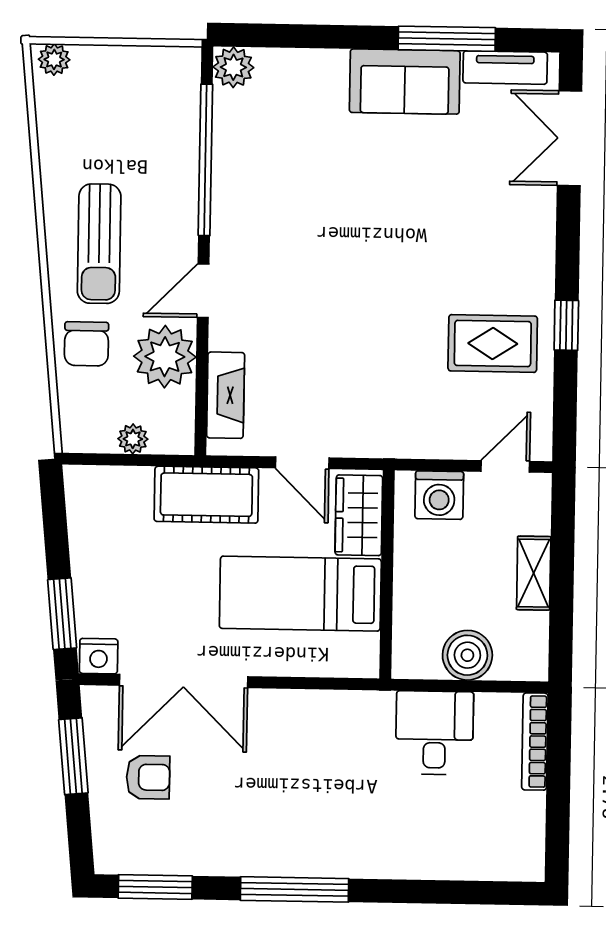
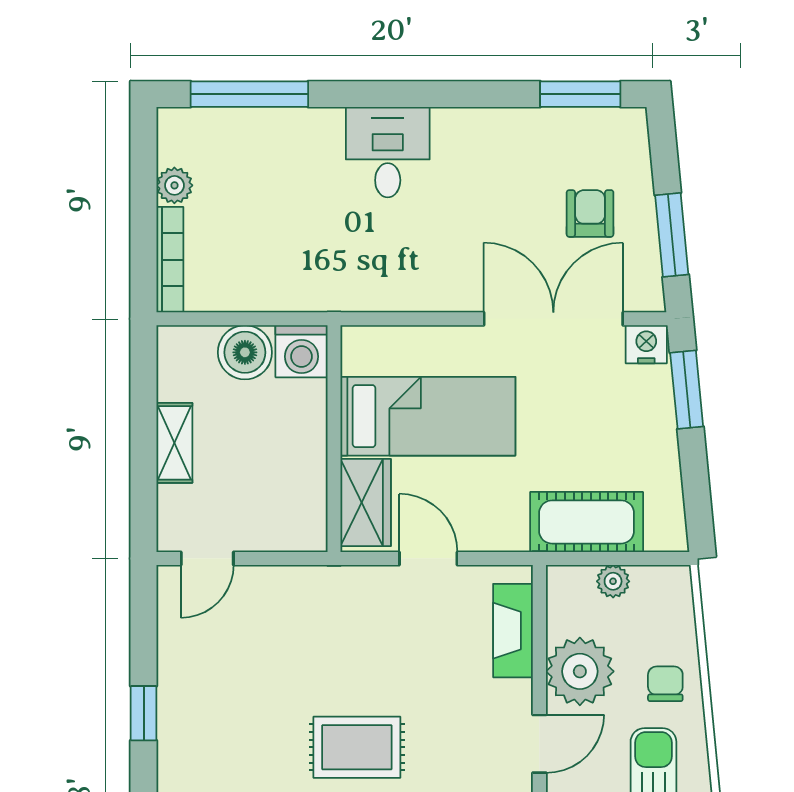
rug: (493, 343) -> (357, 747), moved
chair: (86, 344) -> (665, 684), width x0.73, depth x0.73
cot: (206, 495) -> (587, 522), moved
washing machine: (439, 495) -> (301, 351), moved, turned 180
desk: (434, 733) -> (388, 152), moved, turned 180
armchair: (148, 777) -> (590, 213), turned 90
plant: (529, 810) -> (174, 185), added
window: (294, 889) -> (249, 94), moved

